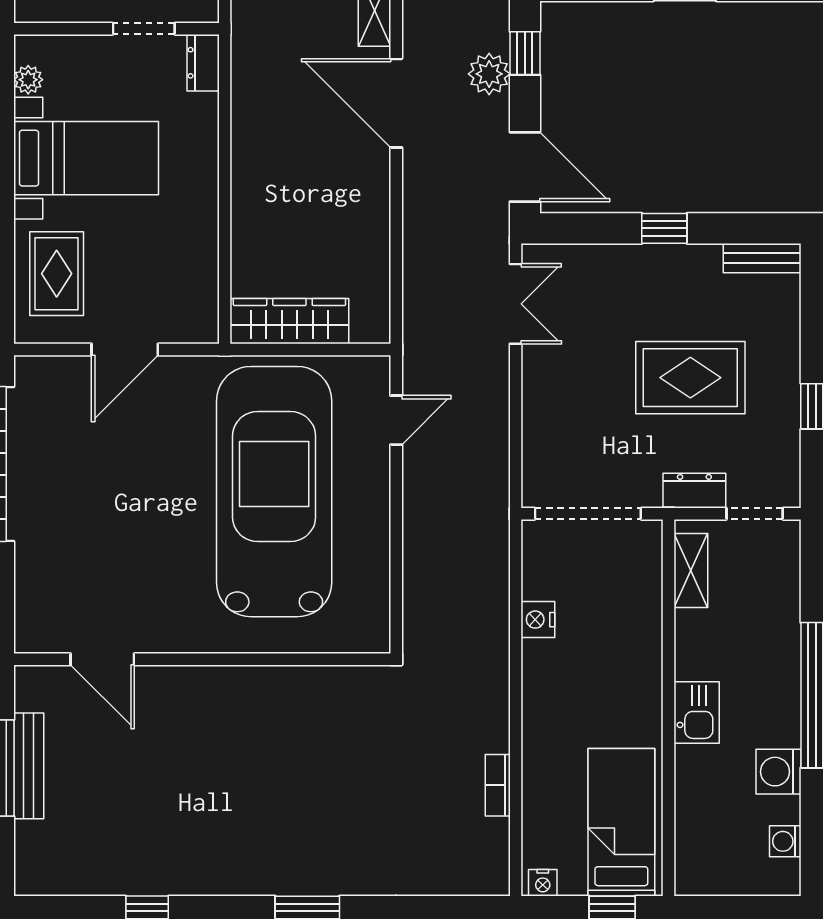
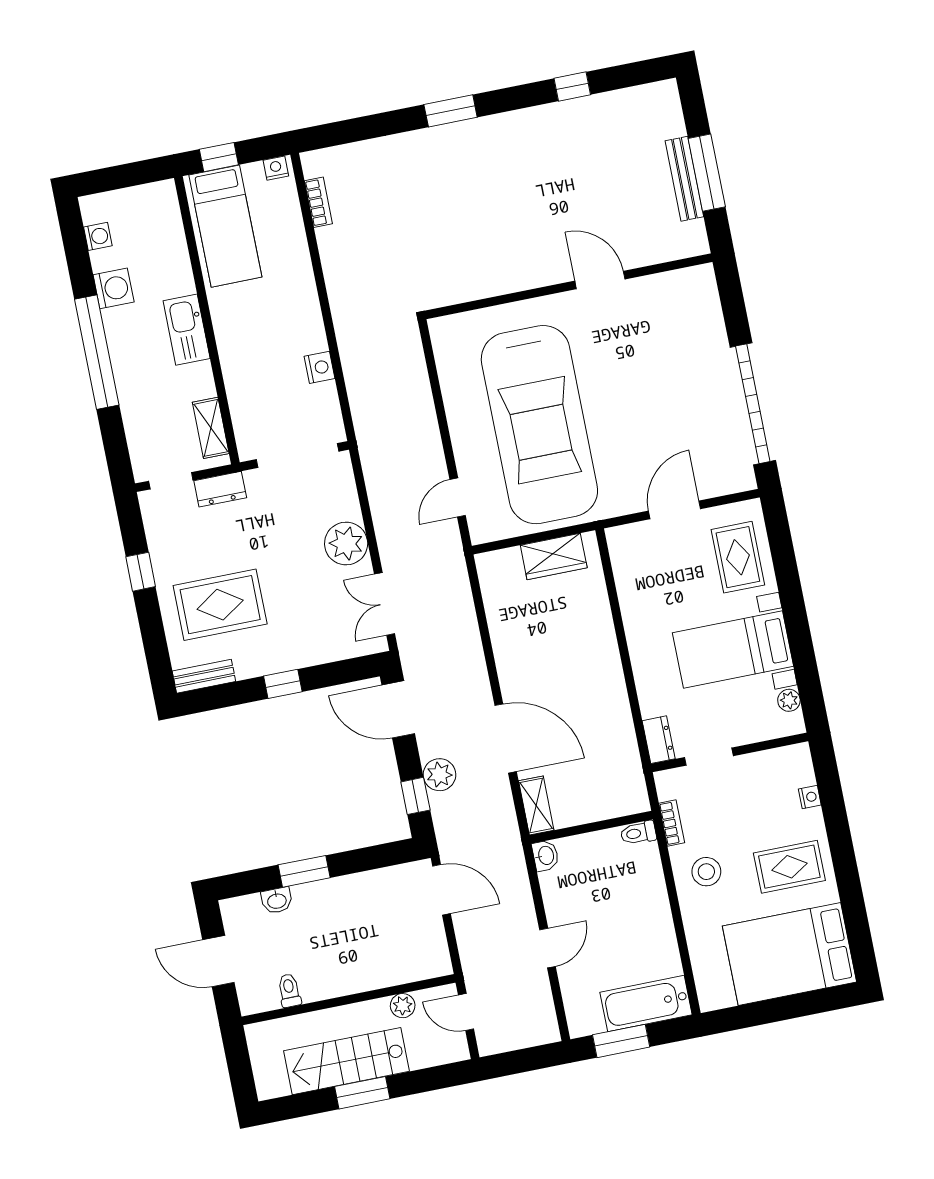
wardrobe: (289, 321) -> (554, 556), width x0.67
rug: (690, 378) -> (220, 605), moved
plant: (549, 390) -> (346, 544), added
door: (102, 659) -> (600, 280), moved
kitchen sink: (697, 713) -> (187, 330), width x1.38
bookcase: (498, 785) -> (318, 202), moved

